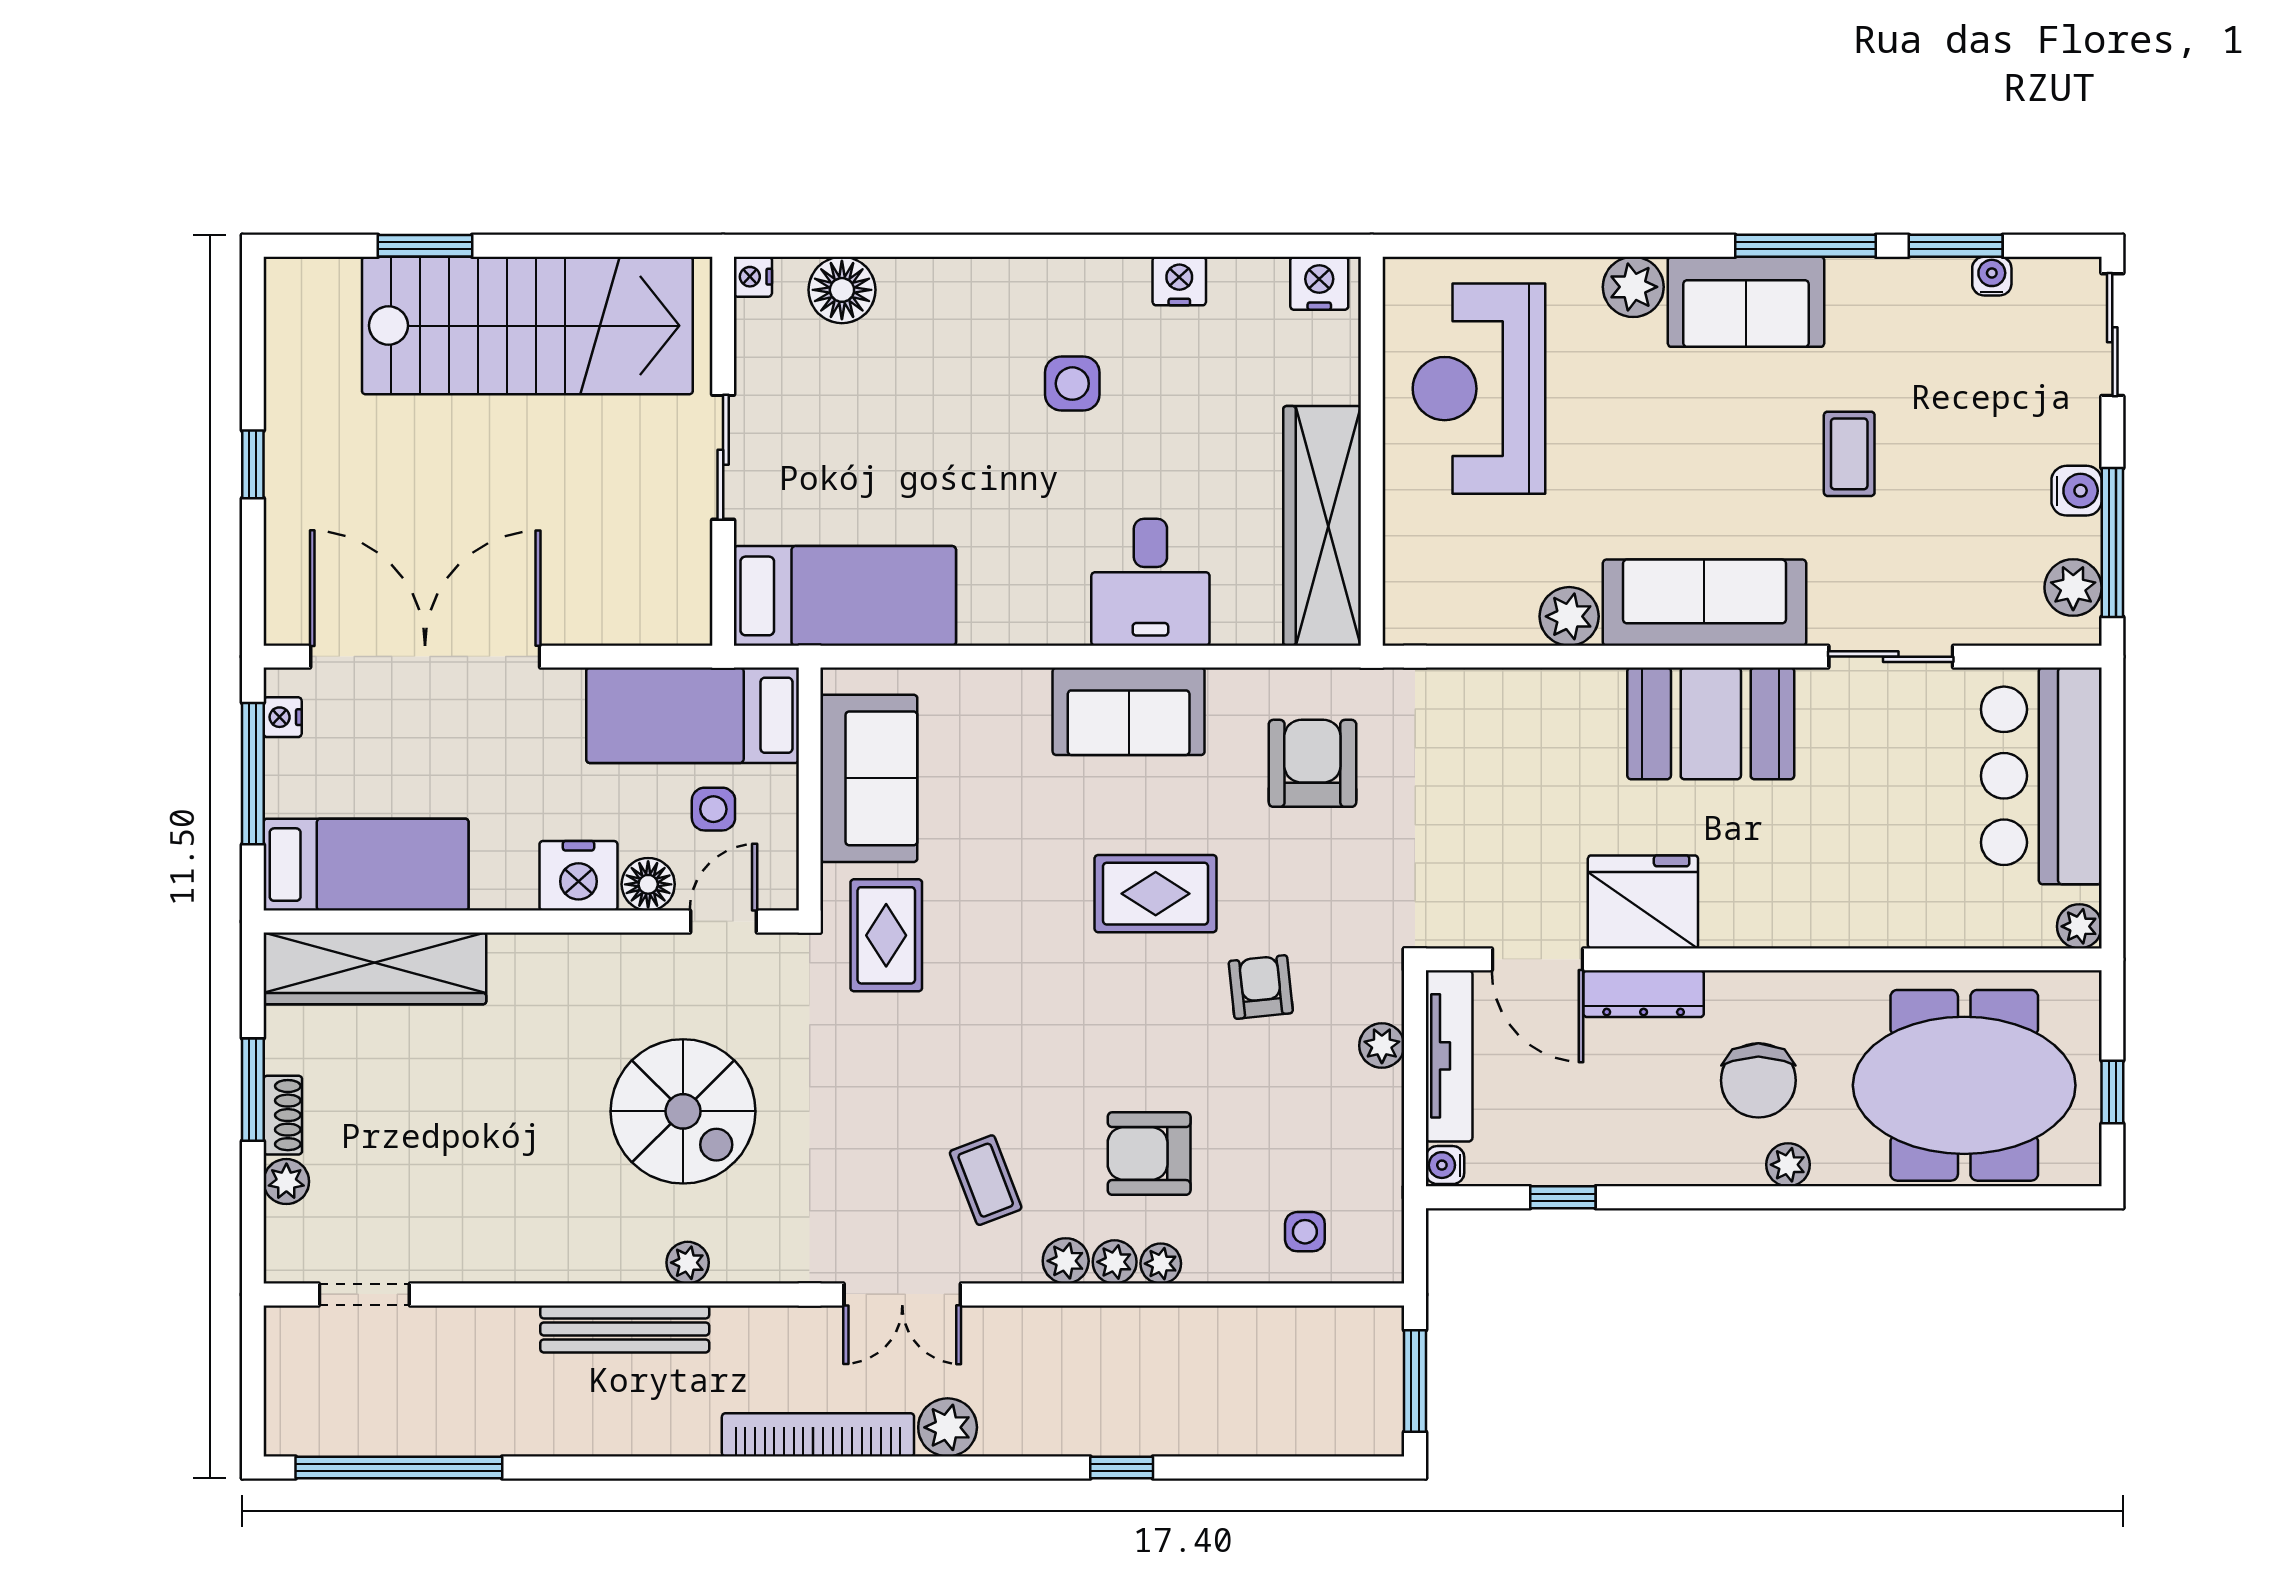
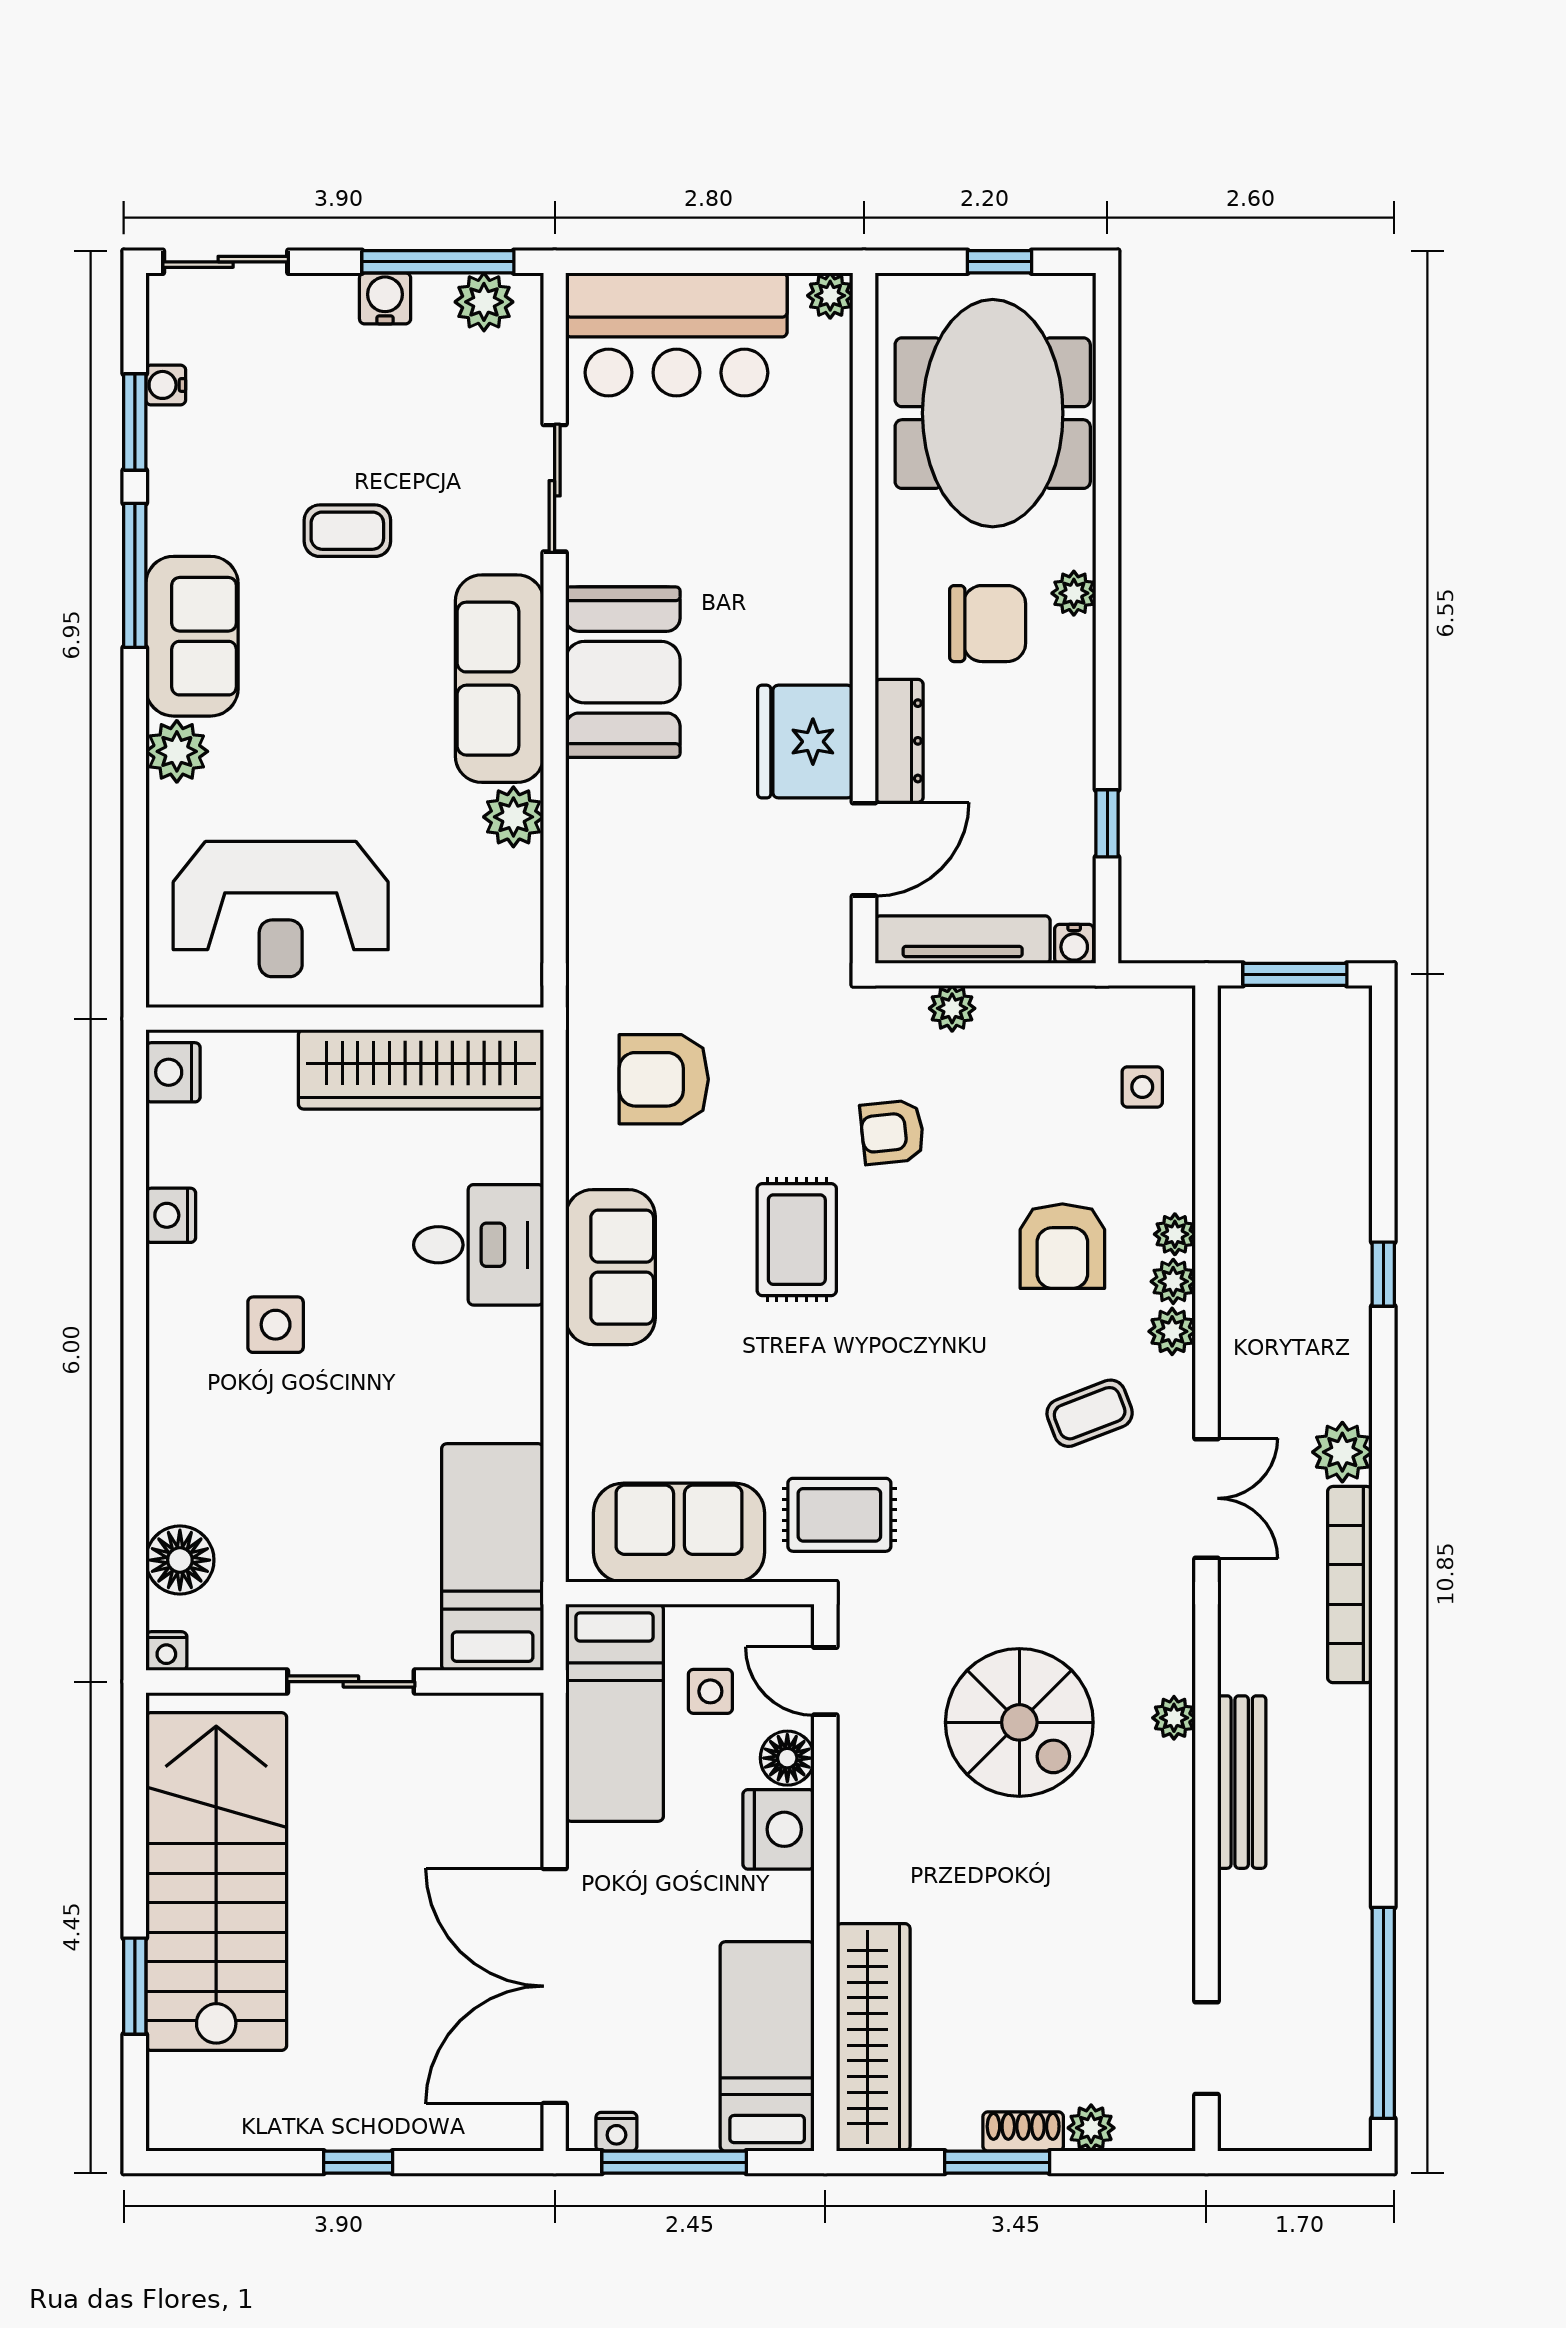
spiral stairs: (683, 1111) -> (1019, 1722), turned 90

